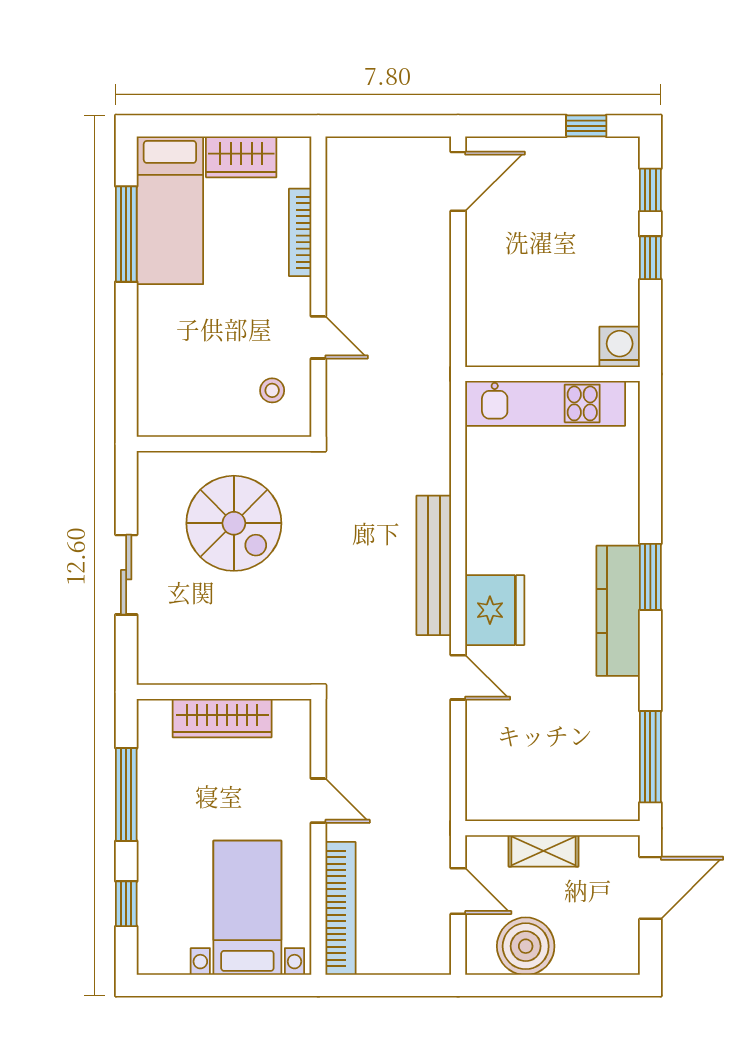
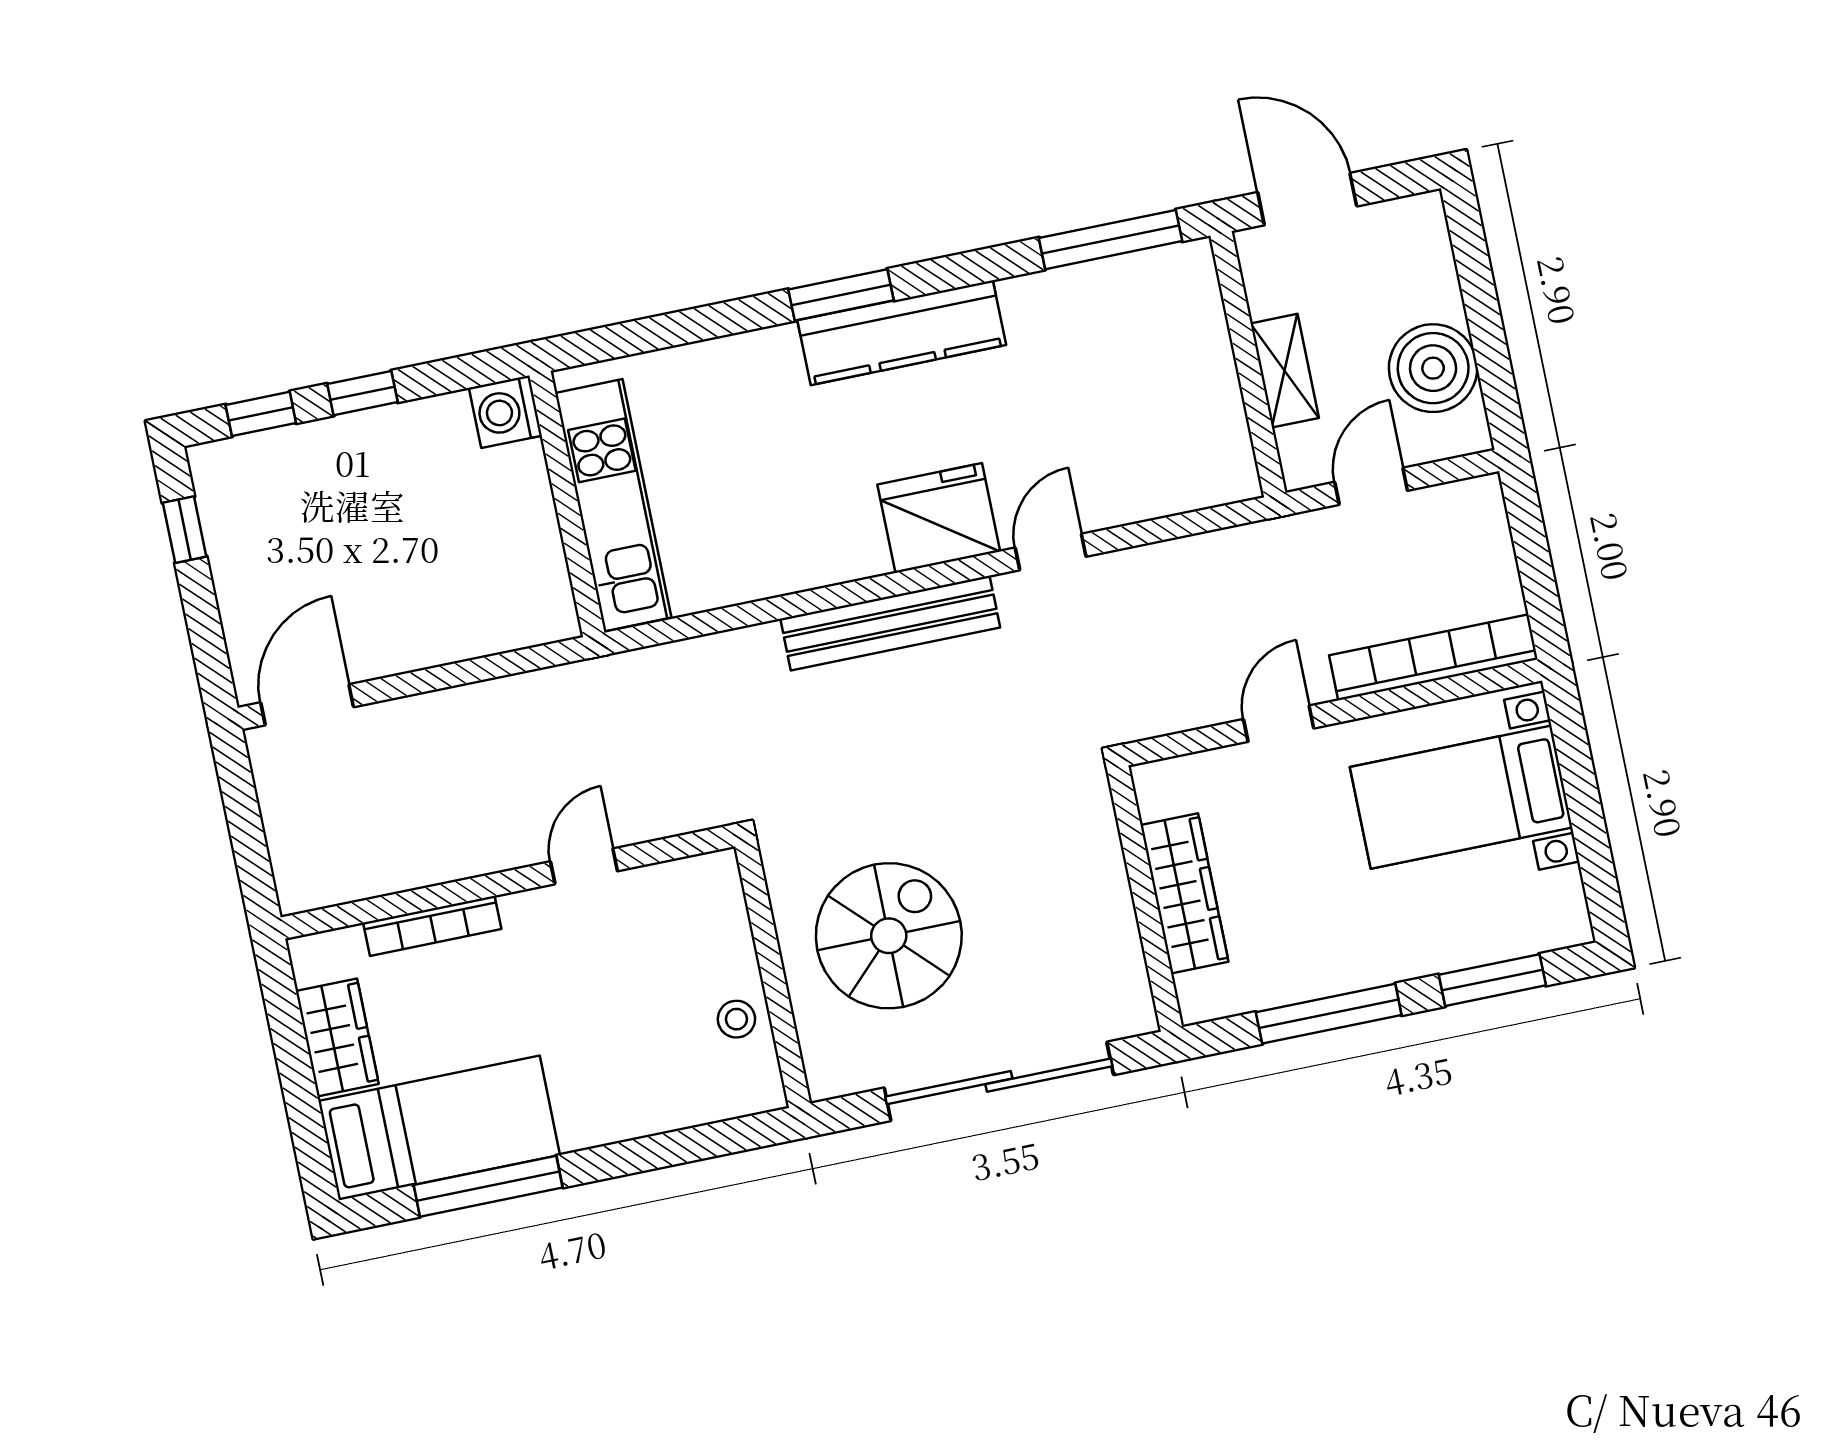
door: (458, 181) -> (307, 705), hinge flipped
stool: (272, 390) -> (736, 1019), moved
sliding door: (126, 575) -> (999, 1081), width x1.86
window: (126, 904) -> (1492, 980), width x1.50

